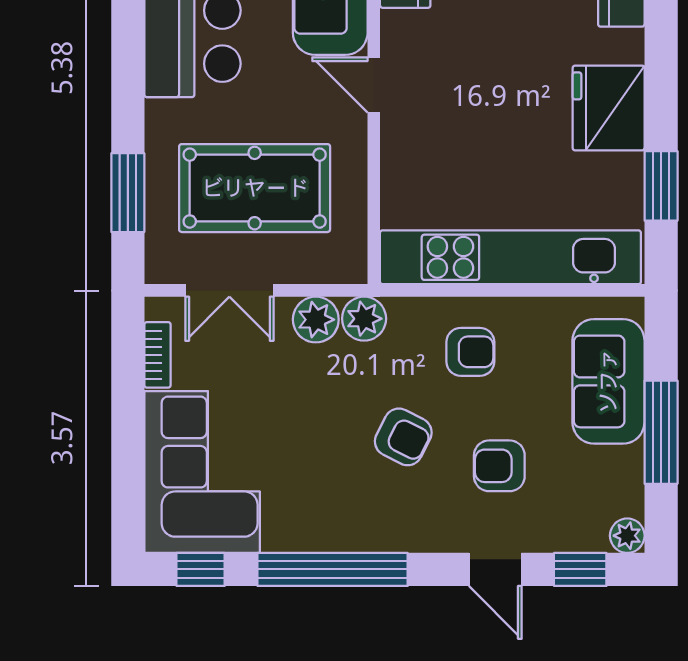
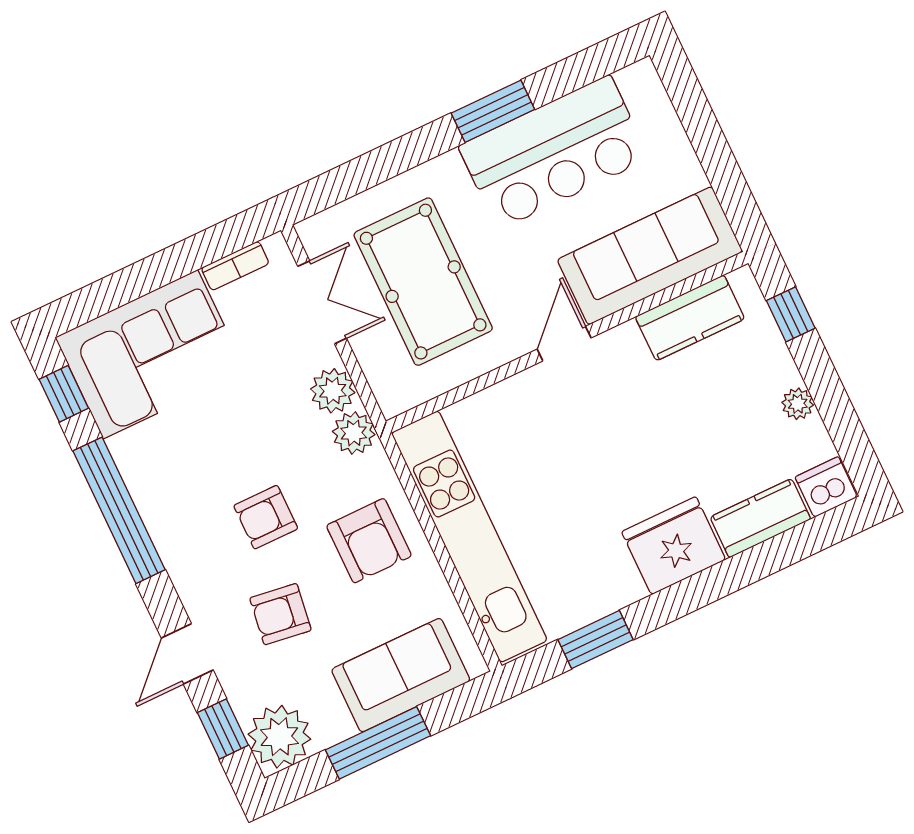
fridge: (609, 108) -> (674, 546), moved
window: (128, 193) -> (493, 111), moved
double door: (229, 290) -> (322, 302), swing flipped
armchair: (470, 352) -> (369, 541), width x1.38, depth x1.38
armchair: (403, 437) -> (266, 517), turned 63
armchair: (499, 466) -> (280, 614), turned -82
plant: (627, 536) -> (279, 737), width x1.88, depth x1.88

